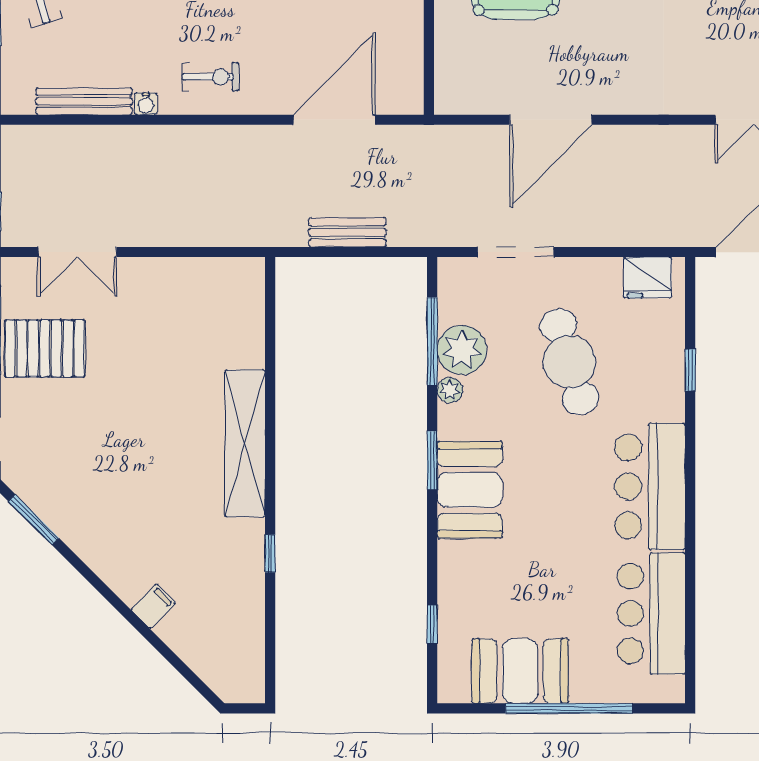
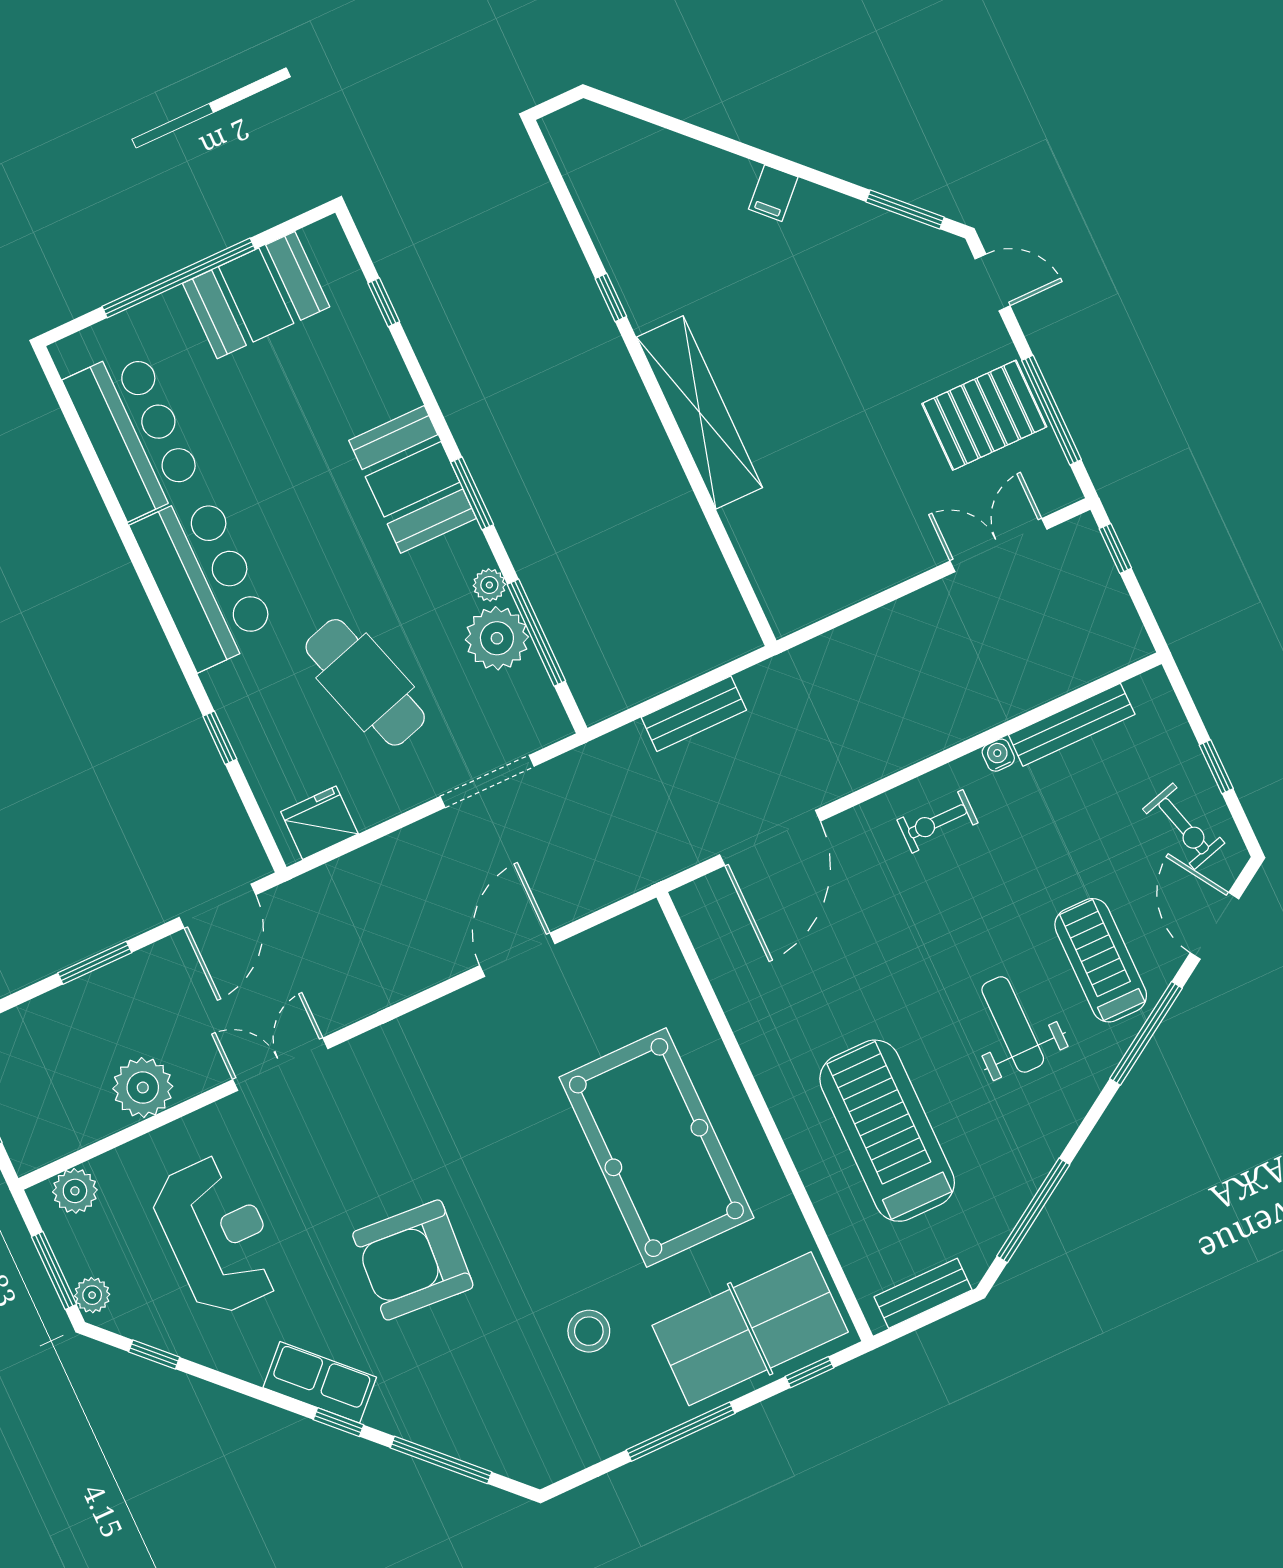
door: (551, 120) -> (517, 955), width x0.73
filing cabinet: (153, 606) -> (773, 193), moved

